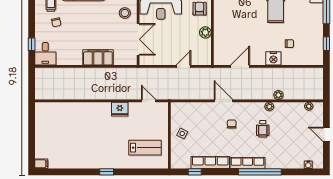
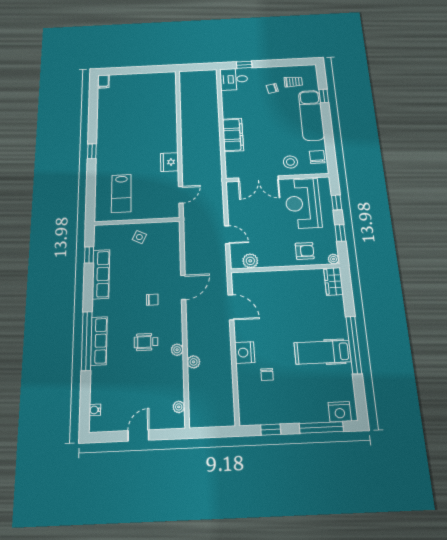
plant: (205, 32) -> (250, 261), moved
row of seats: (248, 163) -> (99, 341), moved

